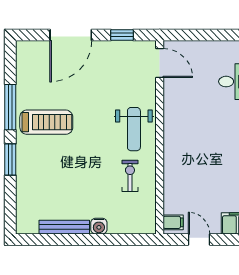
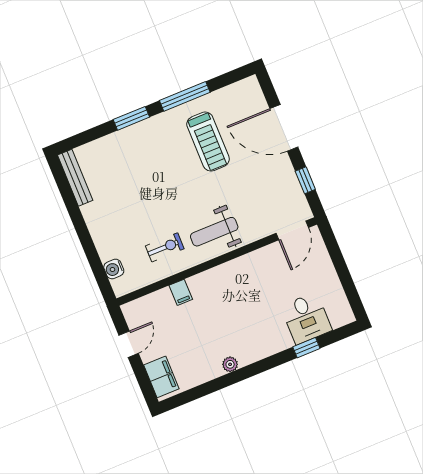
treadmill: (46, 122) -> (208, 142), moved
filing cabinet: (173, 222) -> (181, 292), moved
water cooler: (99, 226) -> (114, 269), moved
bench: (64, 227) -> (75, 178), moved

